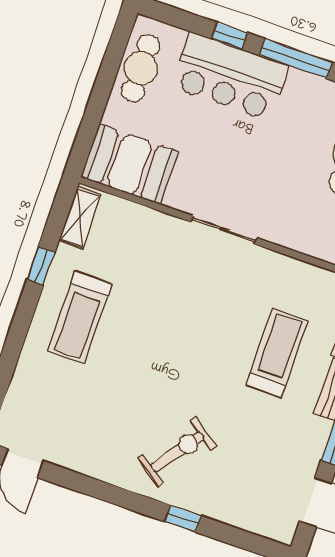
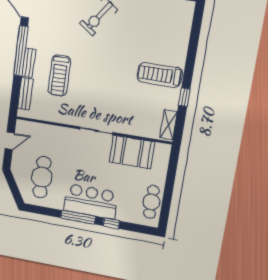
bar counter: (230, 76) -> (91, 201), moved
booth: (130, 164) -> (132, 152), moved
treadmill: (80, 317) -> (160, 75), turned -90

